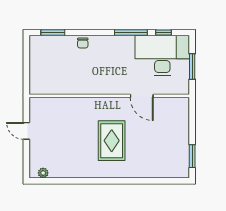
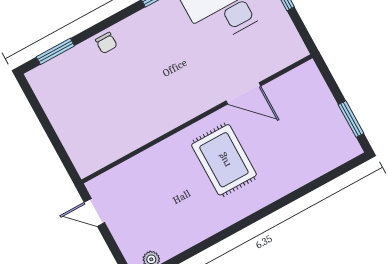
wall: (109, 96) -> (197, 119), moved
door: (142, 96) -> (243, 93), moved

